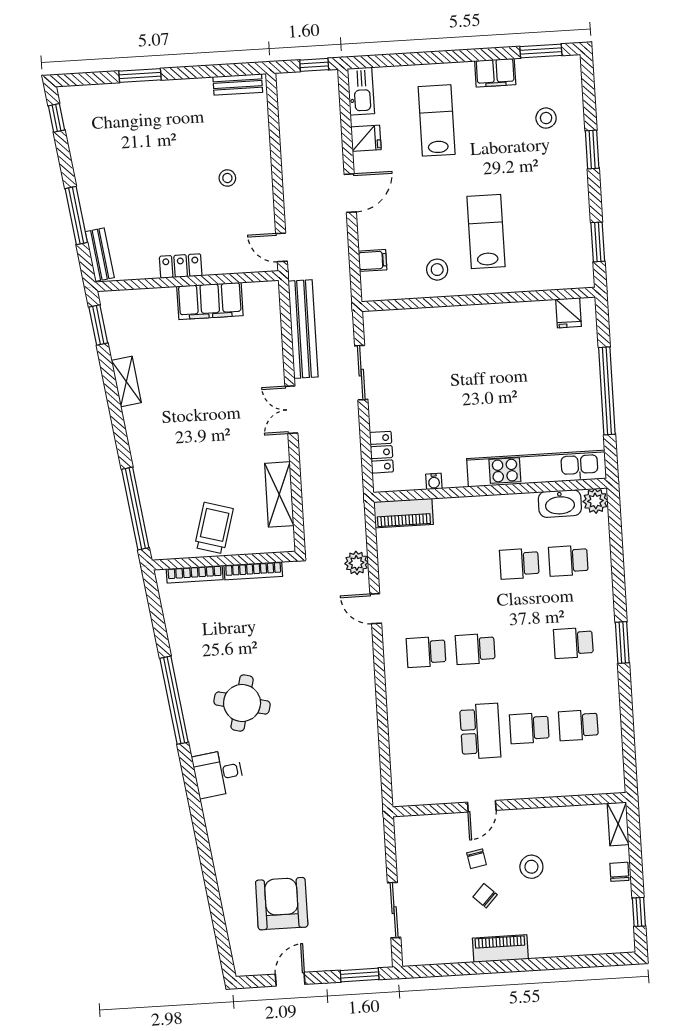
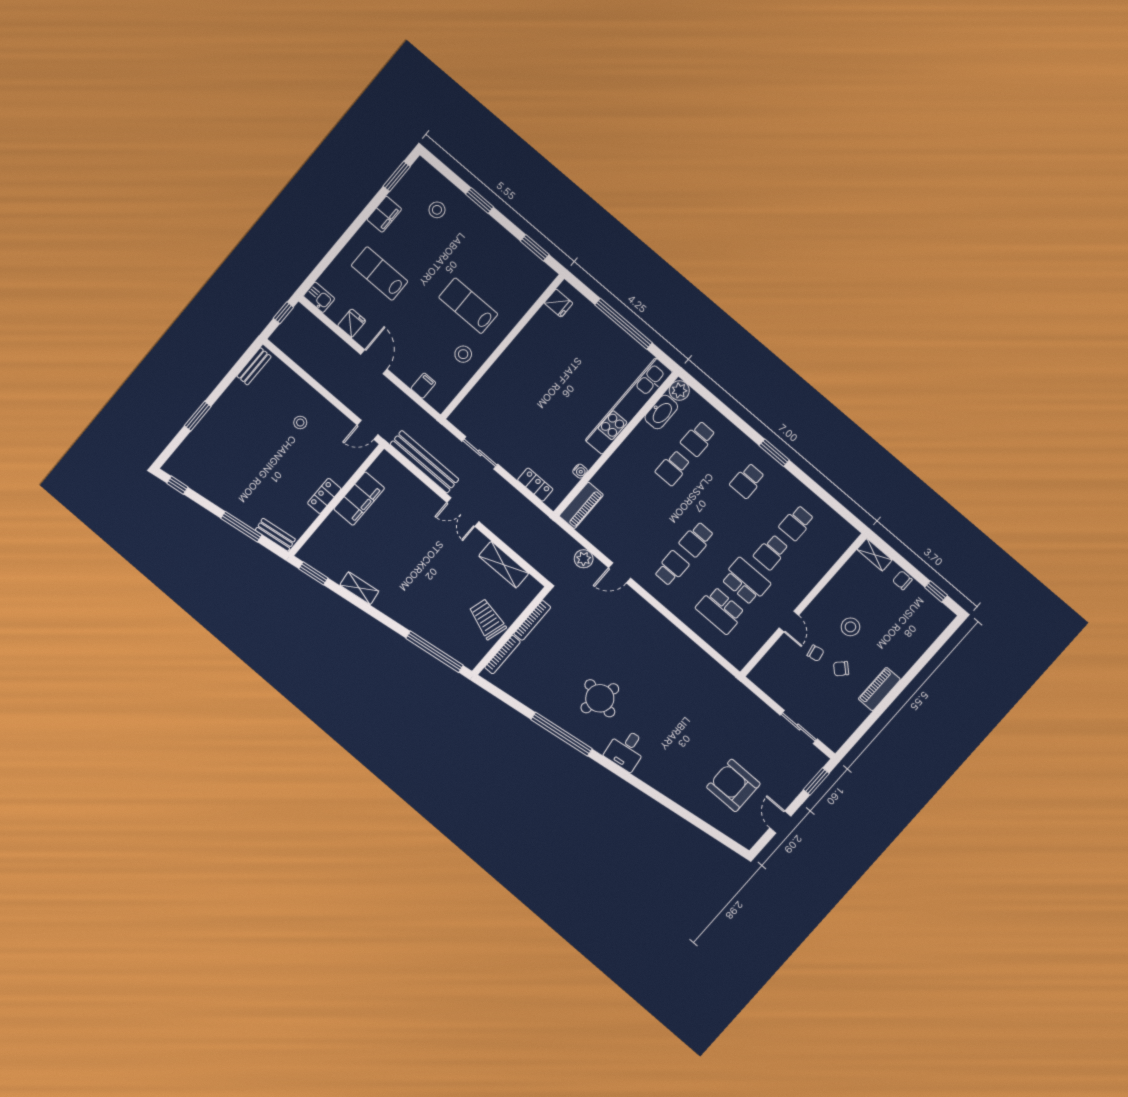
kitchen sink: (361, 91) -> (319, 297), width x0.73
school desk: (426, 652) -> (671, 568), turned 180
school desk: (431, 734) -> (720, 610), added

